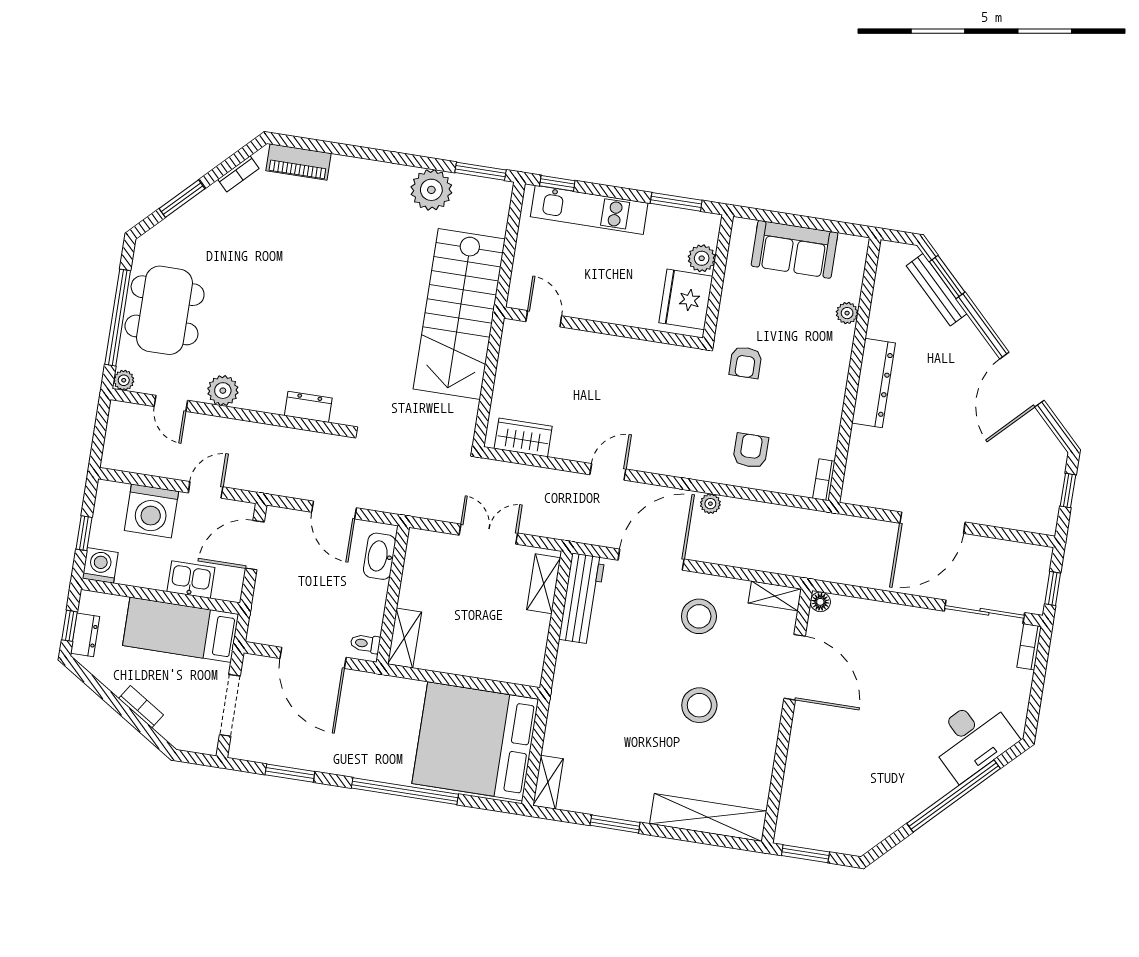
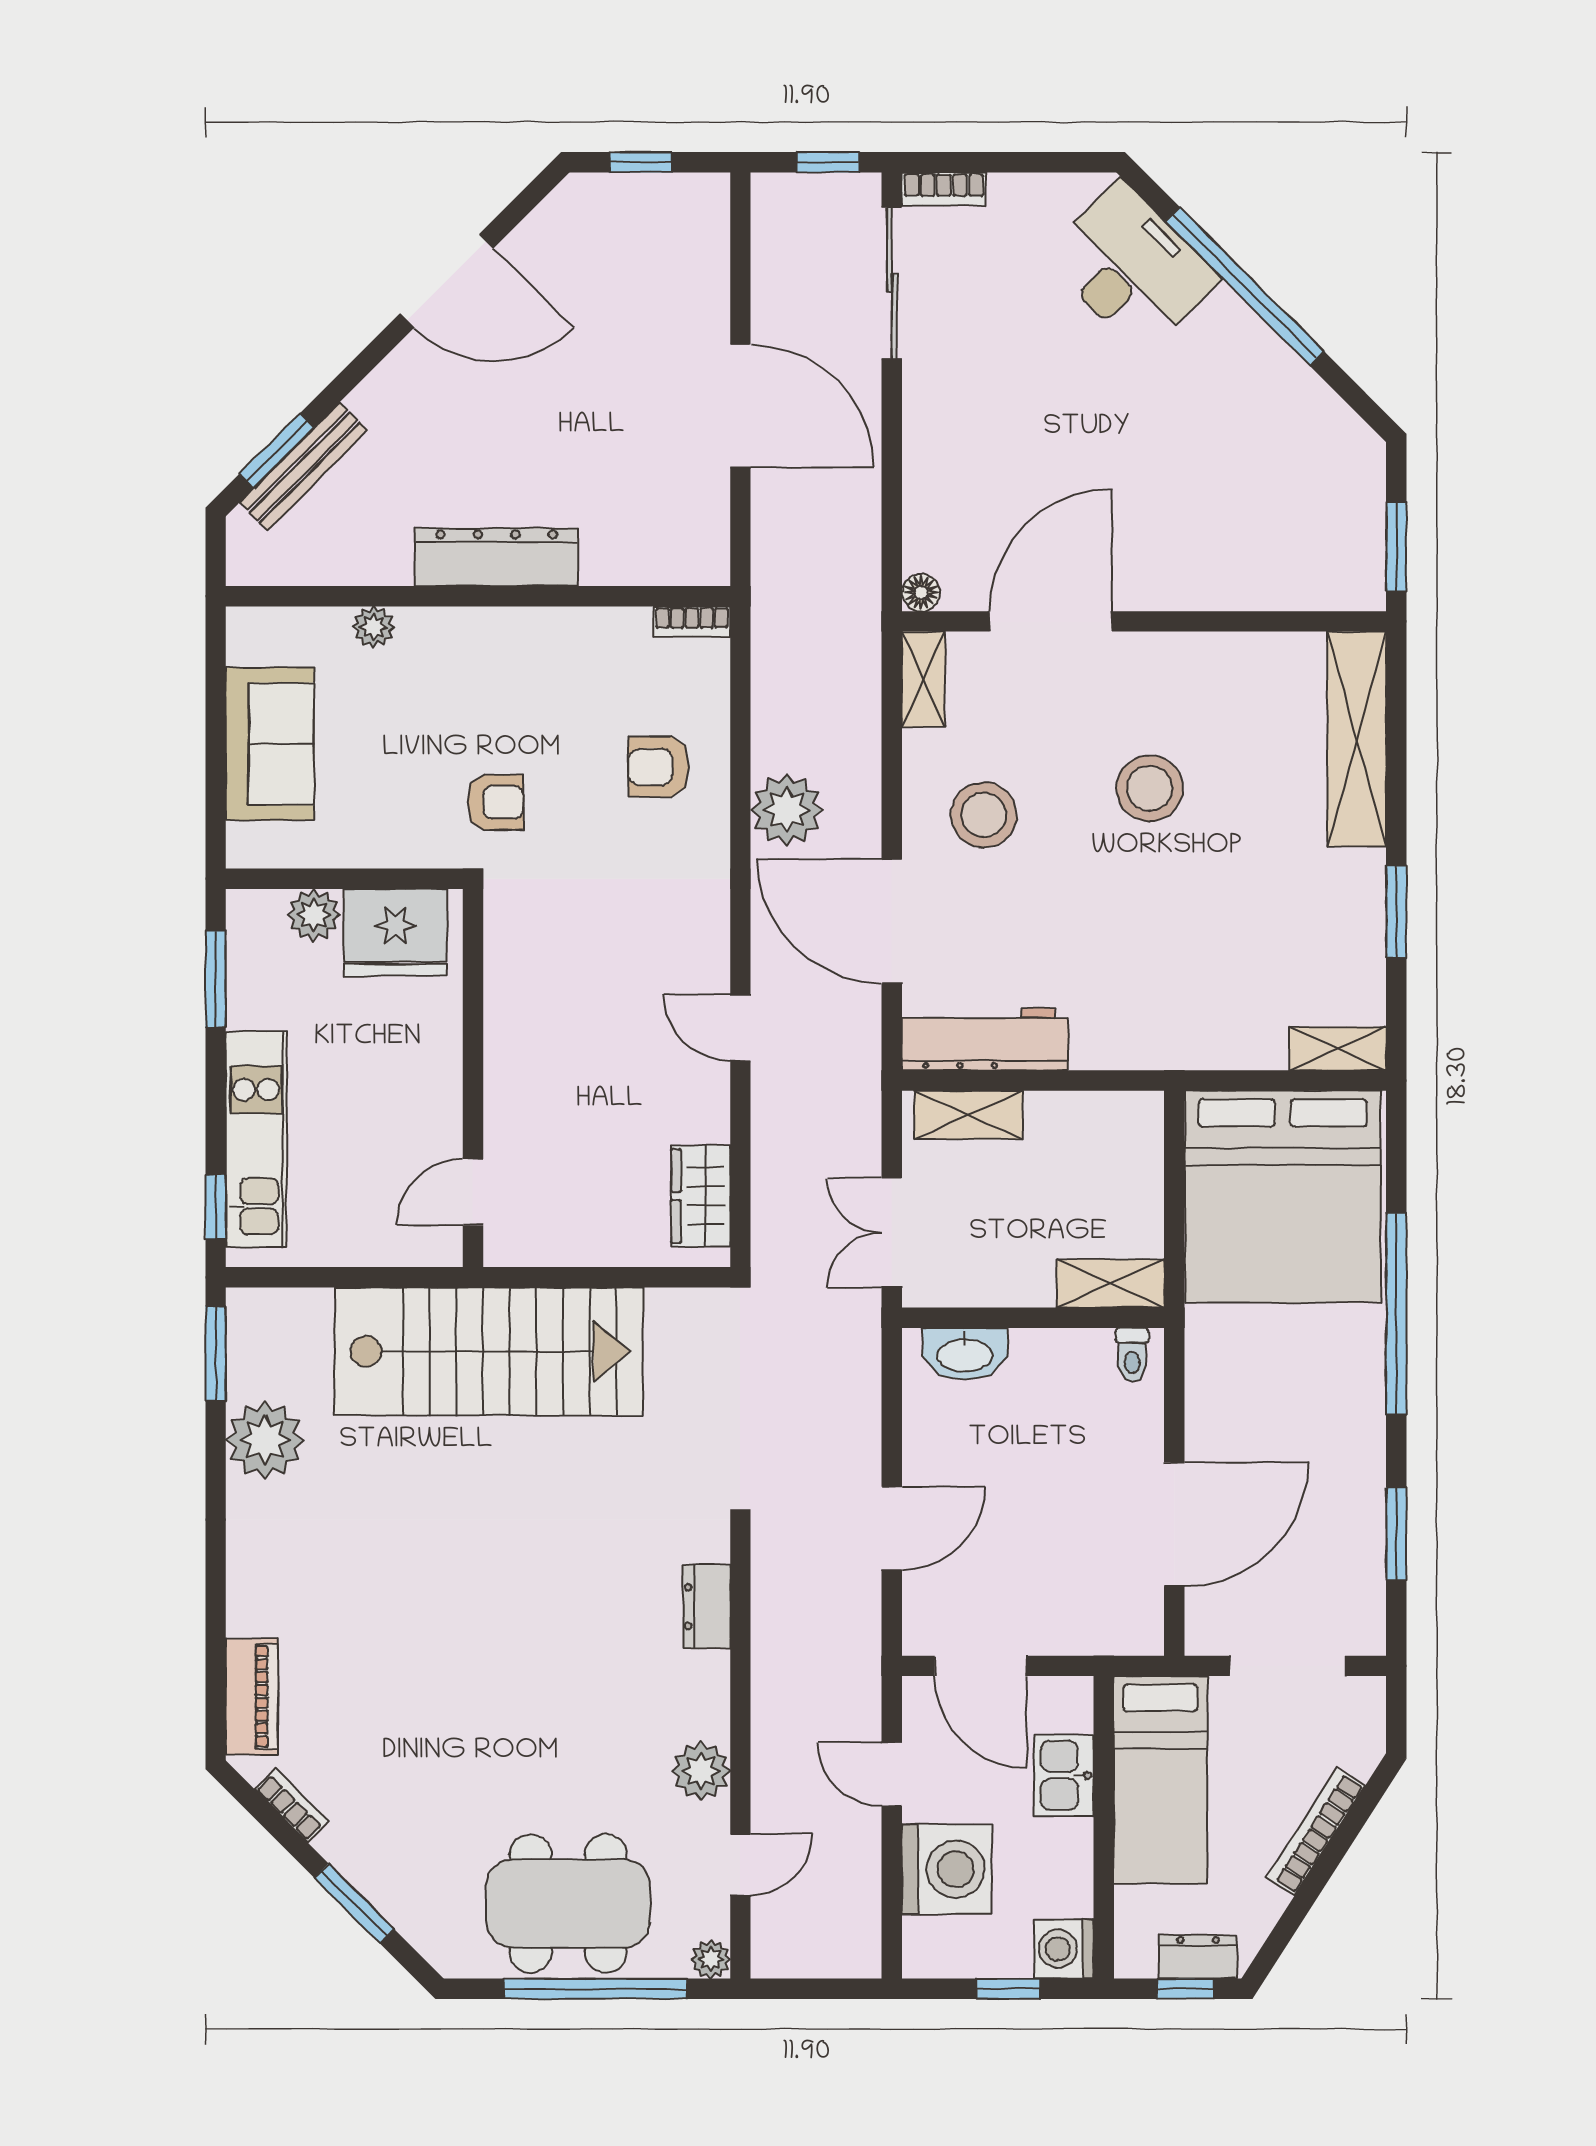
plant: (710, 504) -> (787, 810), width x1.88, depth x1.88
washbasin: (380, 556) -> (965, 1354), moved
wall: (393, 595) -> (1033, 1318), moved
shelving: (404, 638) -> (1110, 1283), moved
toilet: (365, 644) -> (1132, 1355), moved
bookcase: (141, 707) -> (1316, 1831), width x1.56

